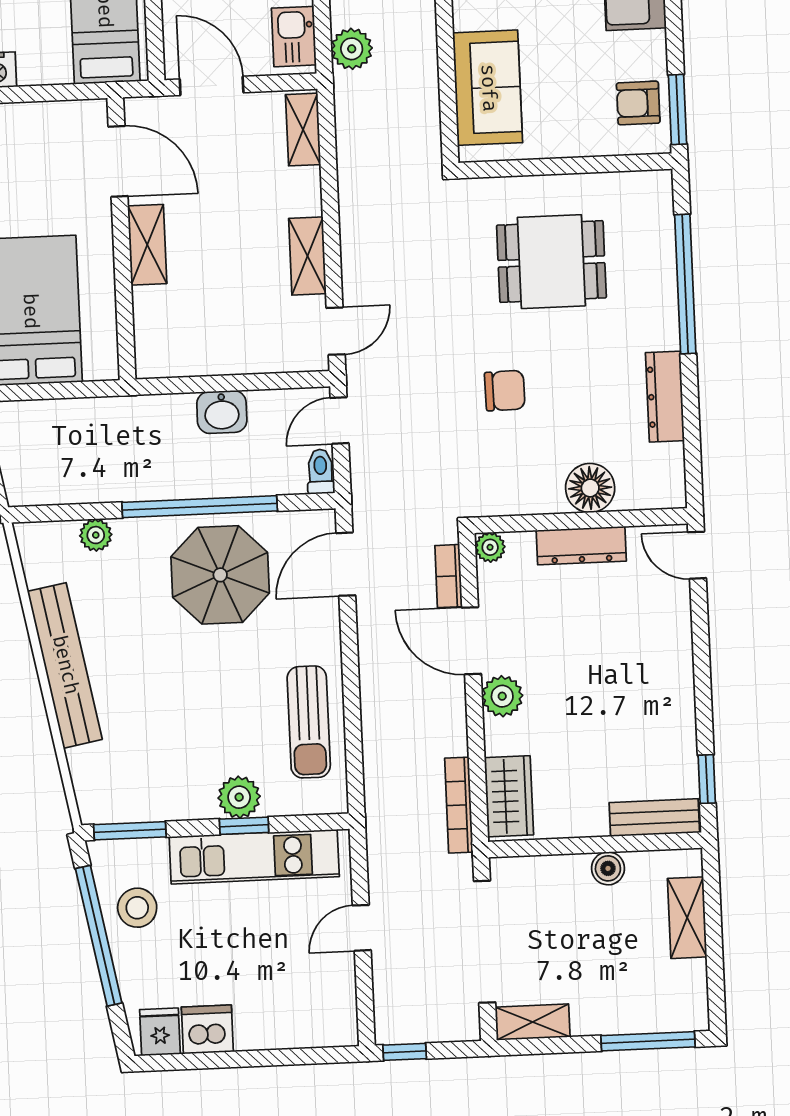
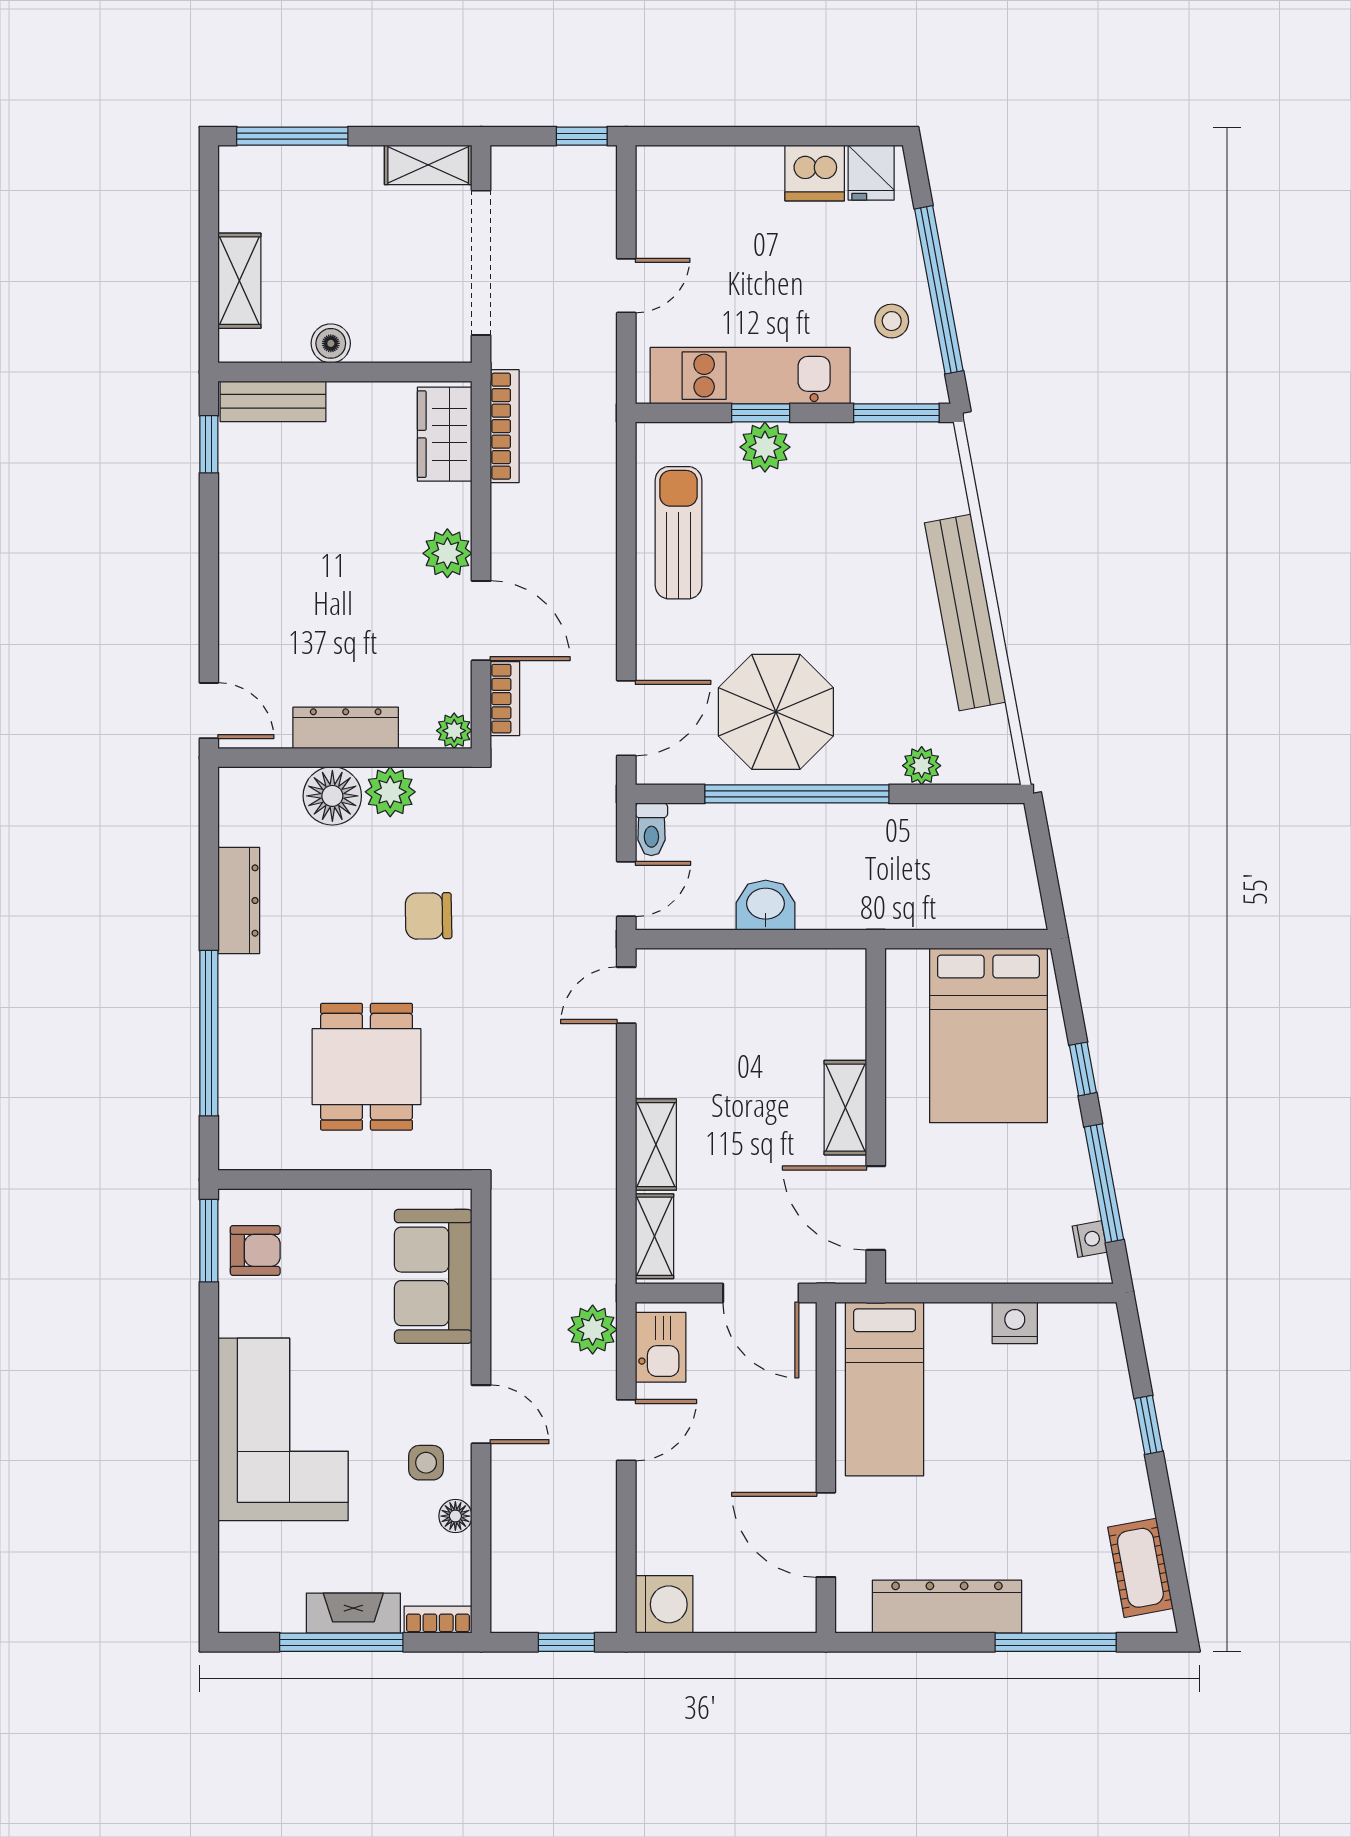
shelving: (307, 256) -> (656, 1145), moved
dining table: (551, 262) -> (366, 1067), turned 90
plant: (542, 494) -> (390, 792), added
stool: (137, 908) -> (892, 321), width x0.73, depth x0.73

